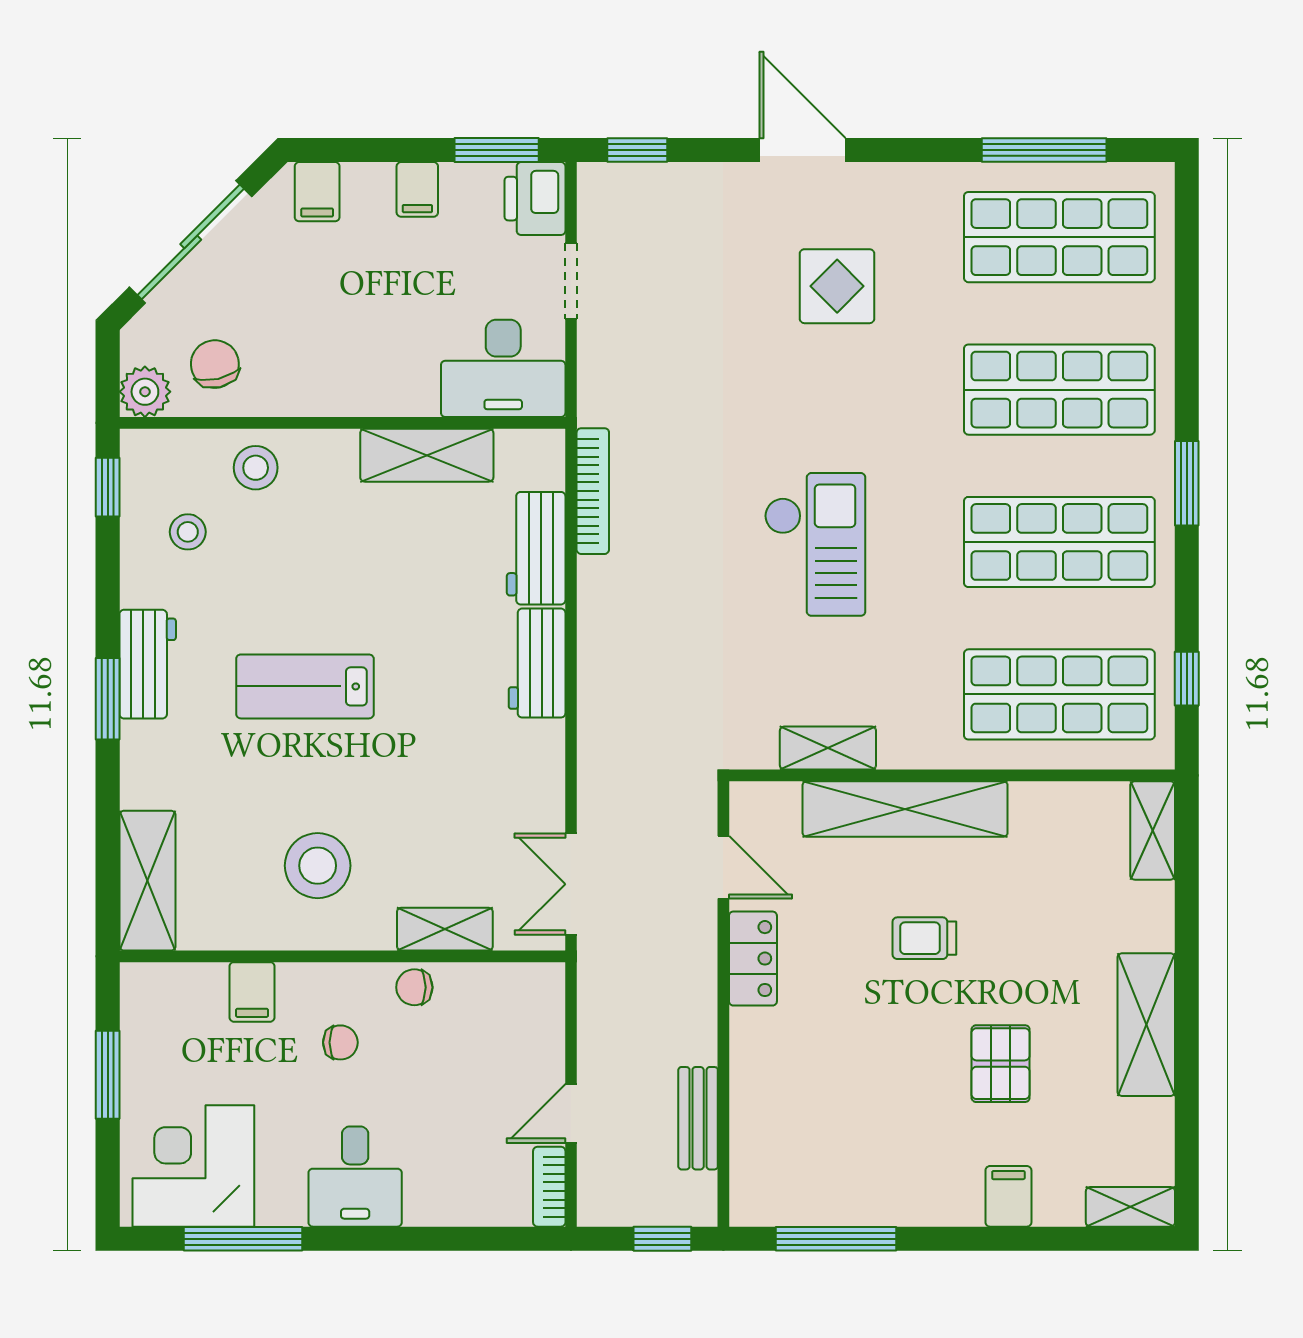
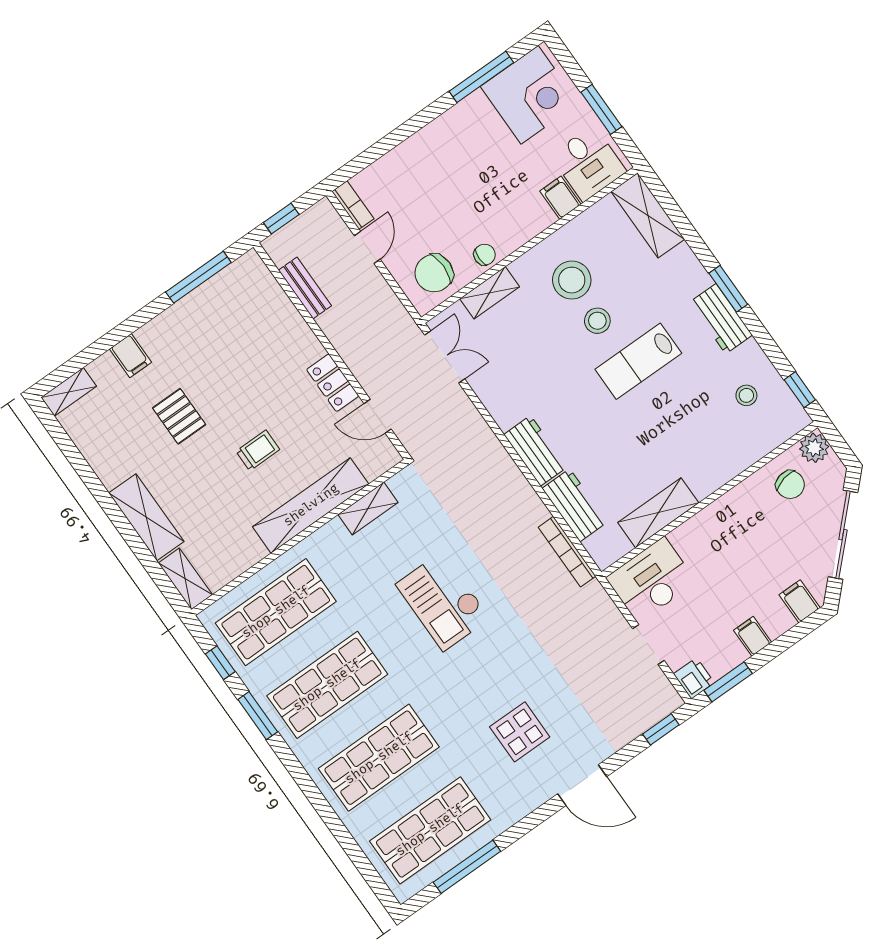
printer: (535, 199) -> (694, 678), width x0.73, depth x0.81
stool: (256, 468) -> (597, 321), moved
window: (1187, 483) -> (258, 716), moved
lab bench: (305, 686) -> (638, 361), turned 180
shelving: (1146, 1025) -> (146, 517), moved
chair: (340, 1042) -> (434, 273), moved, width x1.87, depth x1.87
desk: (355, 1177) -> (588, 163), moved, turned 180

